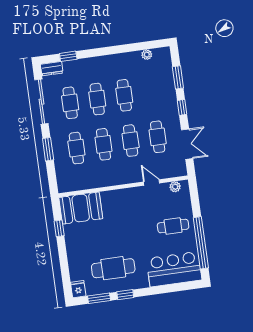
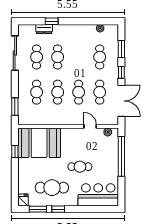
window: (68, 56) -> (52, 21), moved
dresser: (52, 69) -> (44, 29), moved
cafe table: (124, 95) -> (100, 57), moved
double door: (187, 144) -> (121, 101), width x1.37
window: (48, 149) -> (15, 107), moved
booth: (81, 208) -> (39, 143), width x1.36, depth x1.42
cafe table: (173, 226) -> (80, 167), moved
window: (201, 243) -> (121, 156), moved

